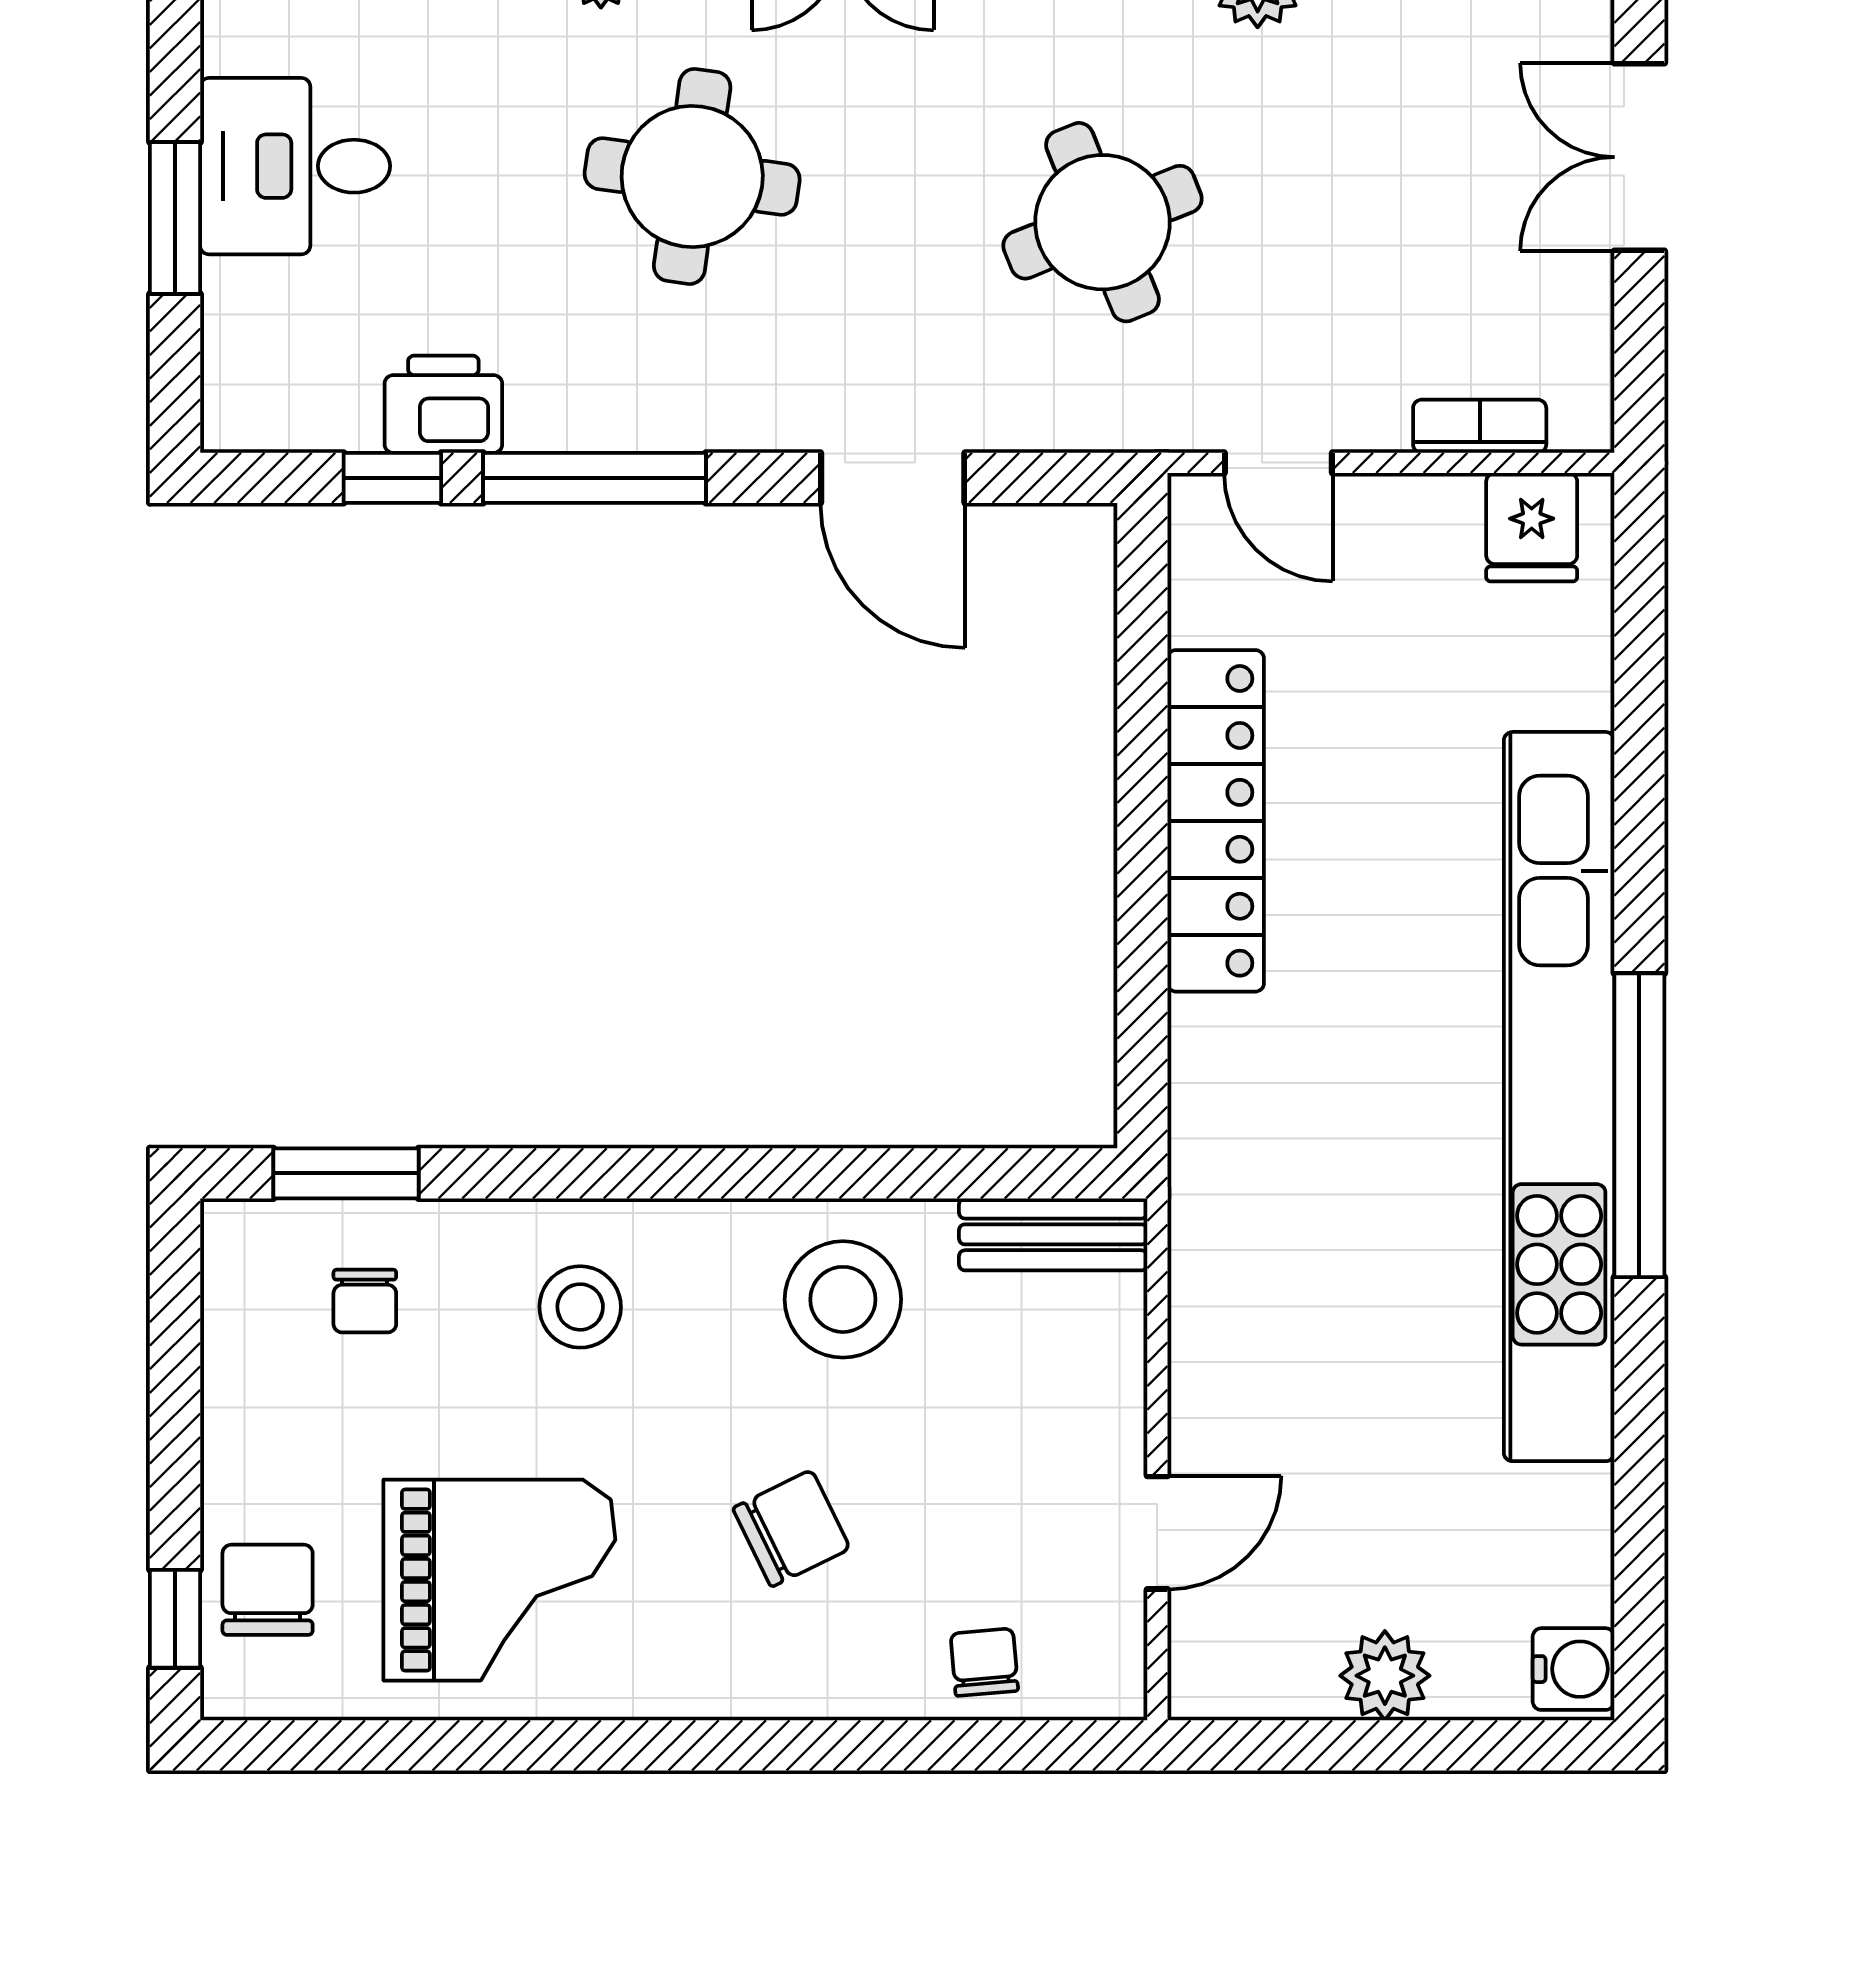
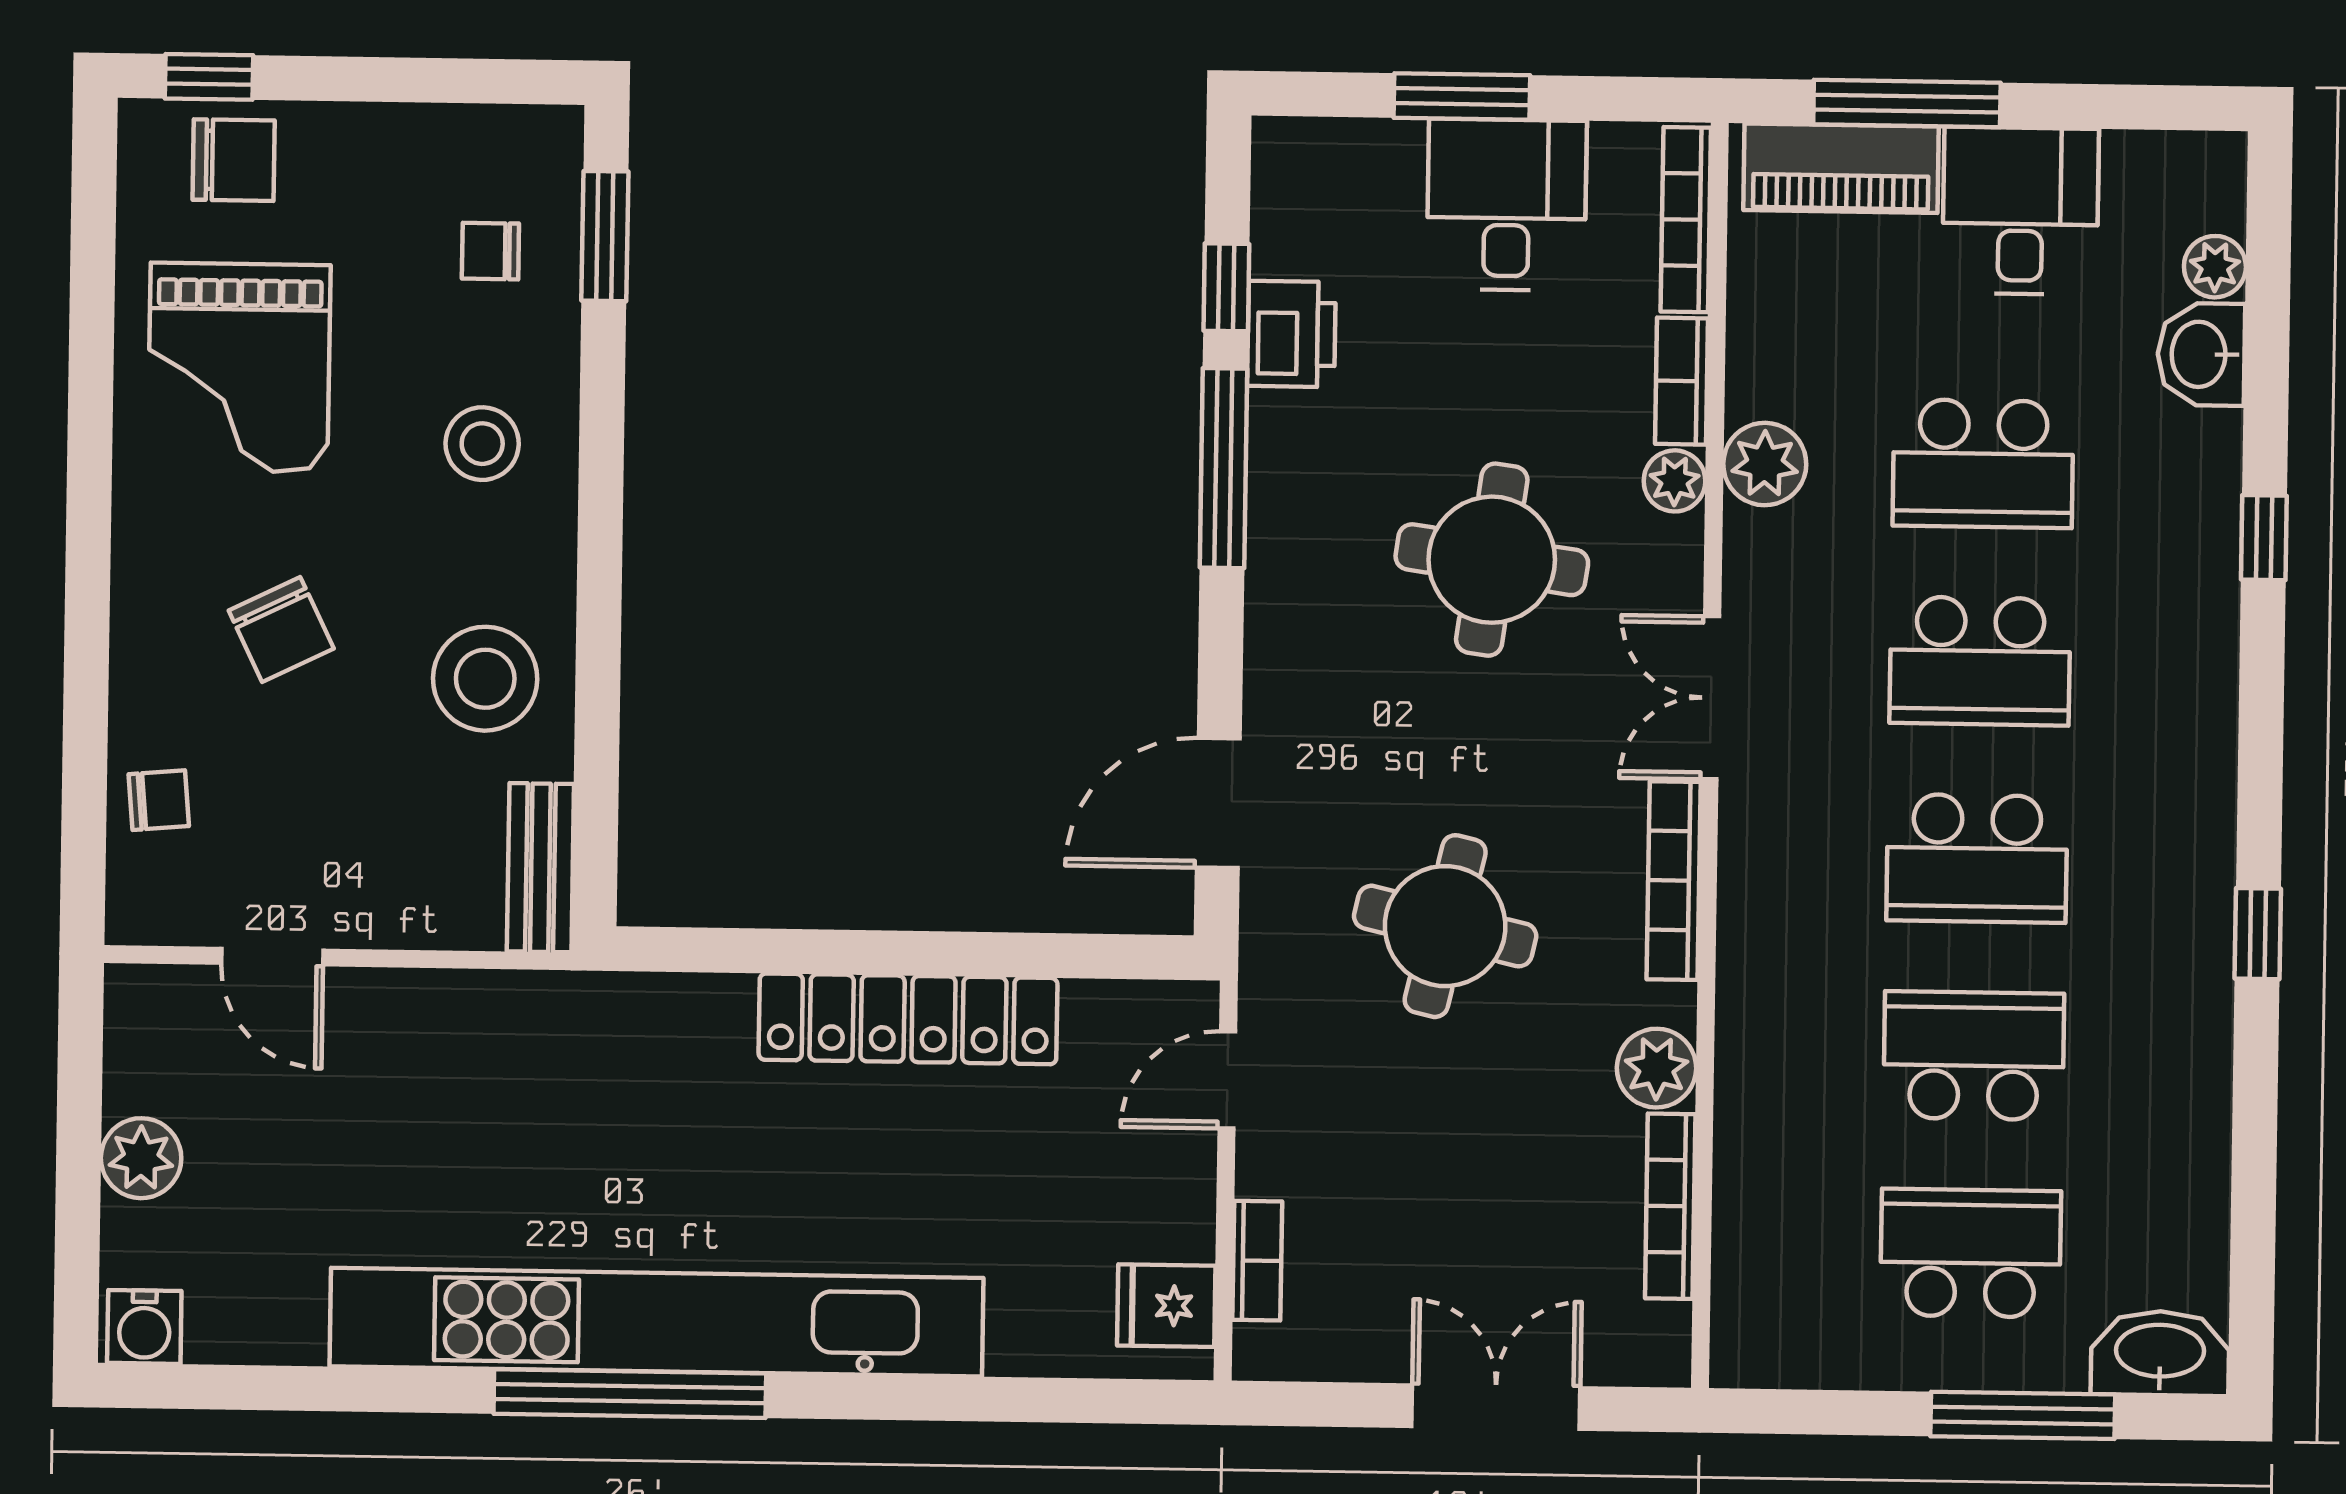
round table: (1103, 222) -> (1445, 926), turned 35
door: (893, 478) -> (1218, 803), moved

